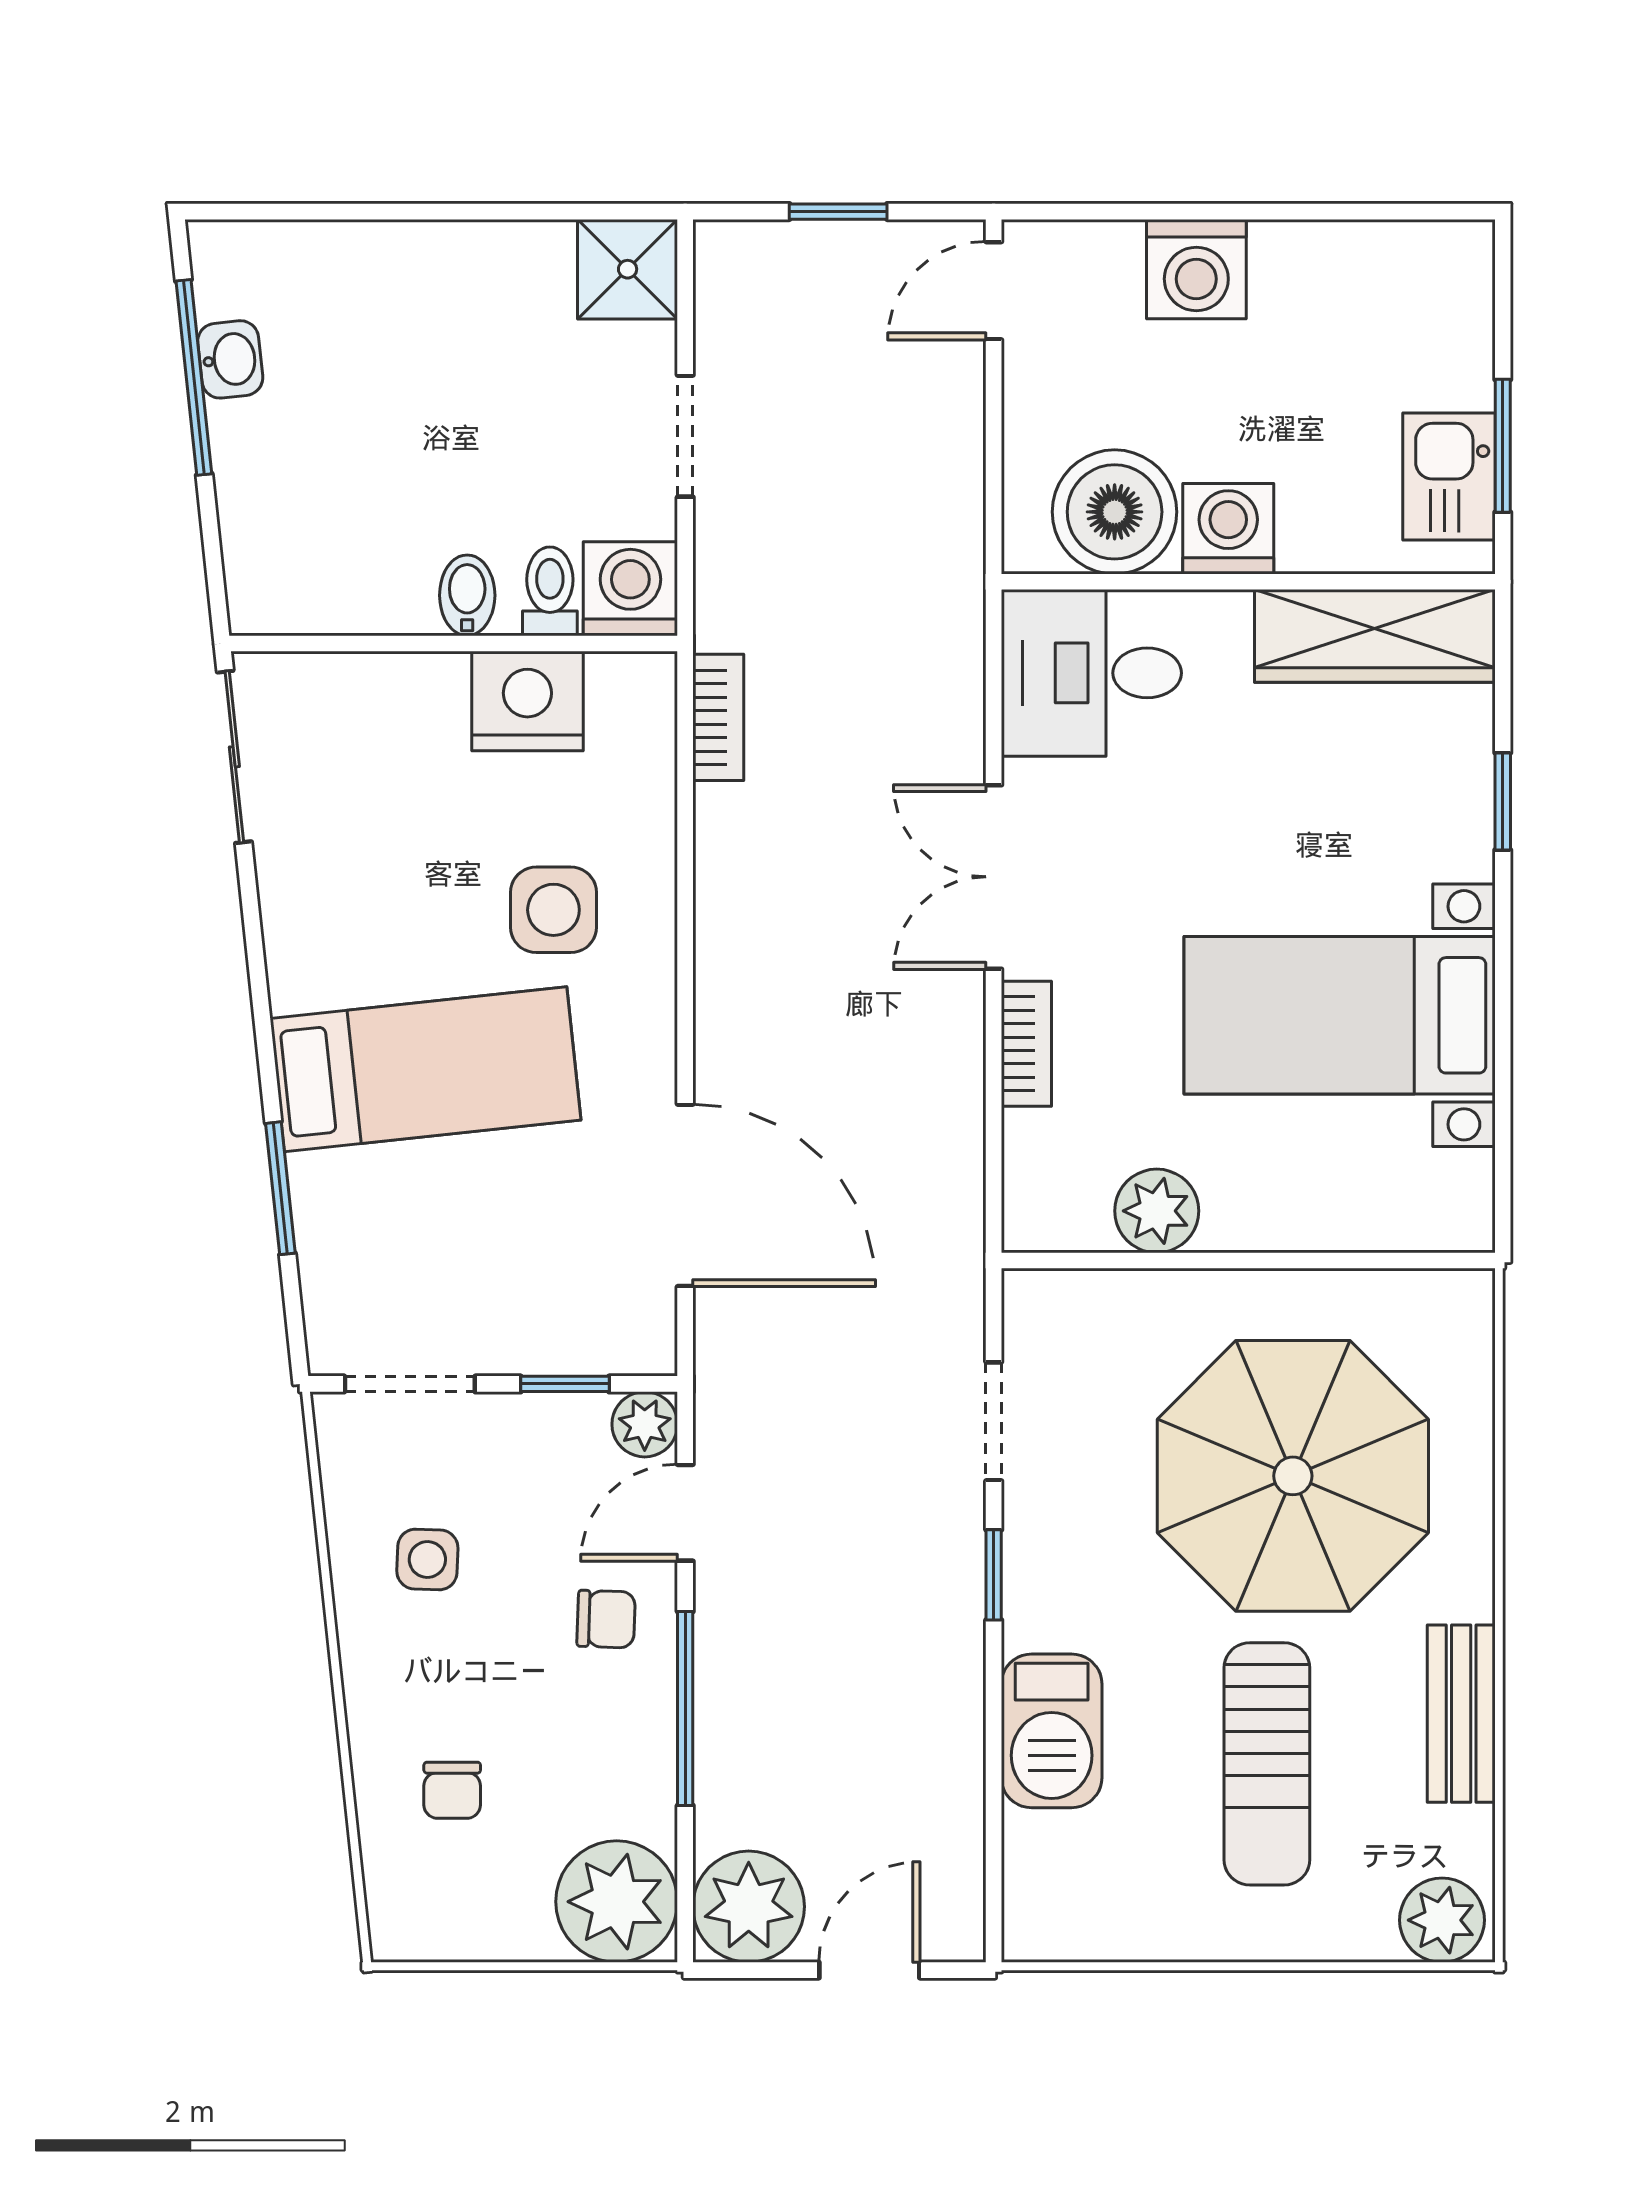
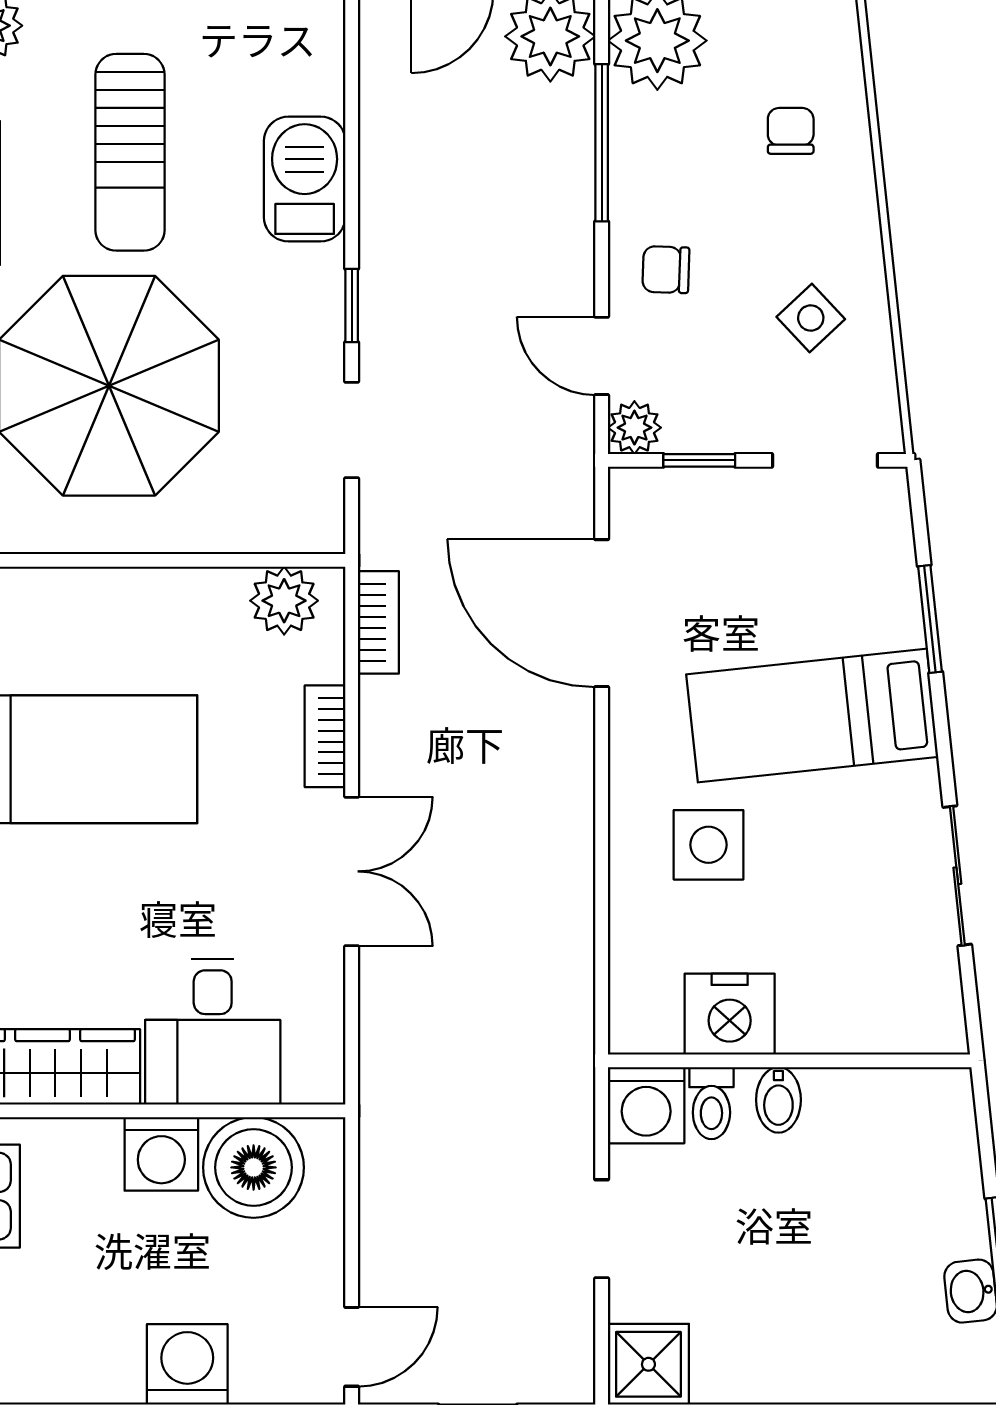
desk: (1091, 673) -> (213, 1032), moved, turned 90
bookcase: (718, 717) -> (378, 622), moved, turned 180
sliding door: (234, 757) -> (957, 876), moved
plant: (1157, 1211) -> (284, 601), moved
door: (685, 1513) -> (602, 356), swing flipped
side table: (427, 1559) -> (811, 318), turned 45
window: (685, 1709) -> (602, 143), moved
sun lounger: (1267, 1764) -> (130, 152), turned 180

